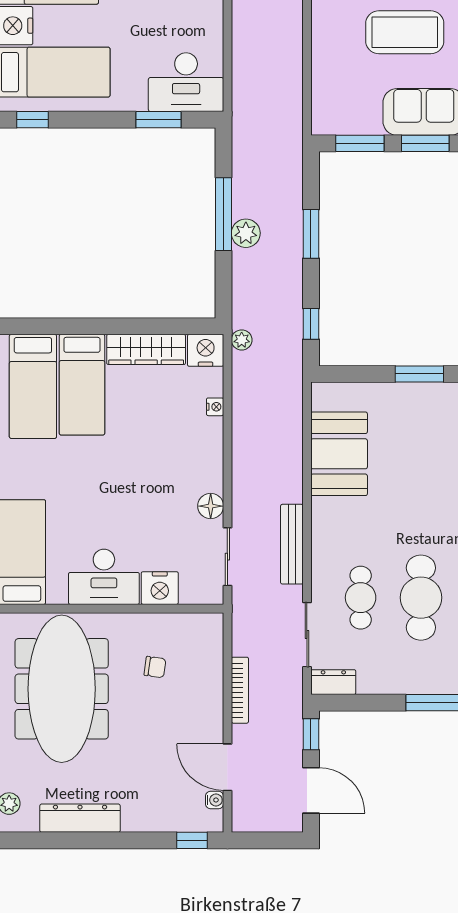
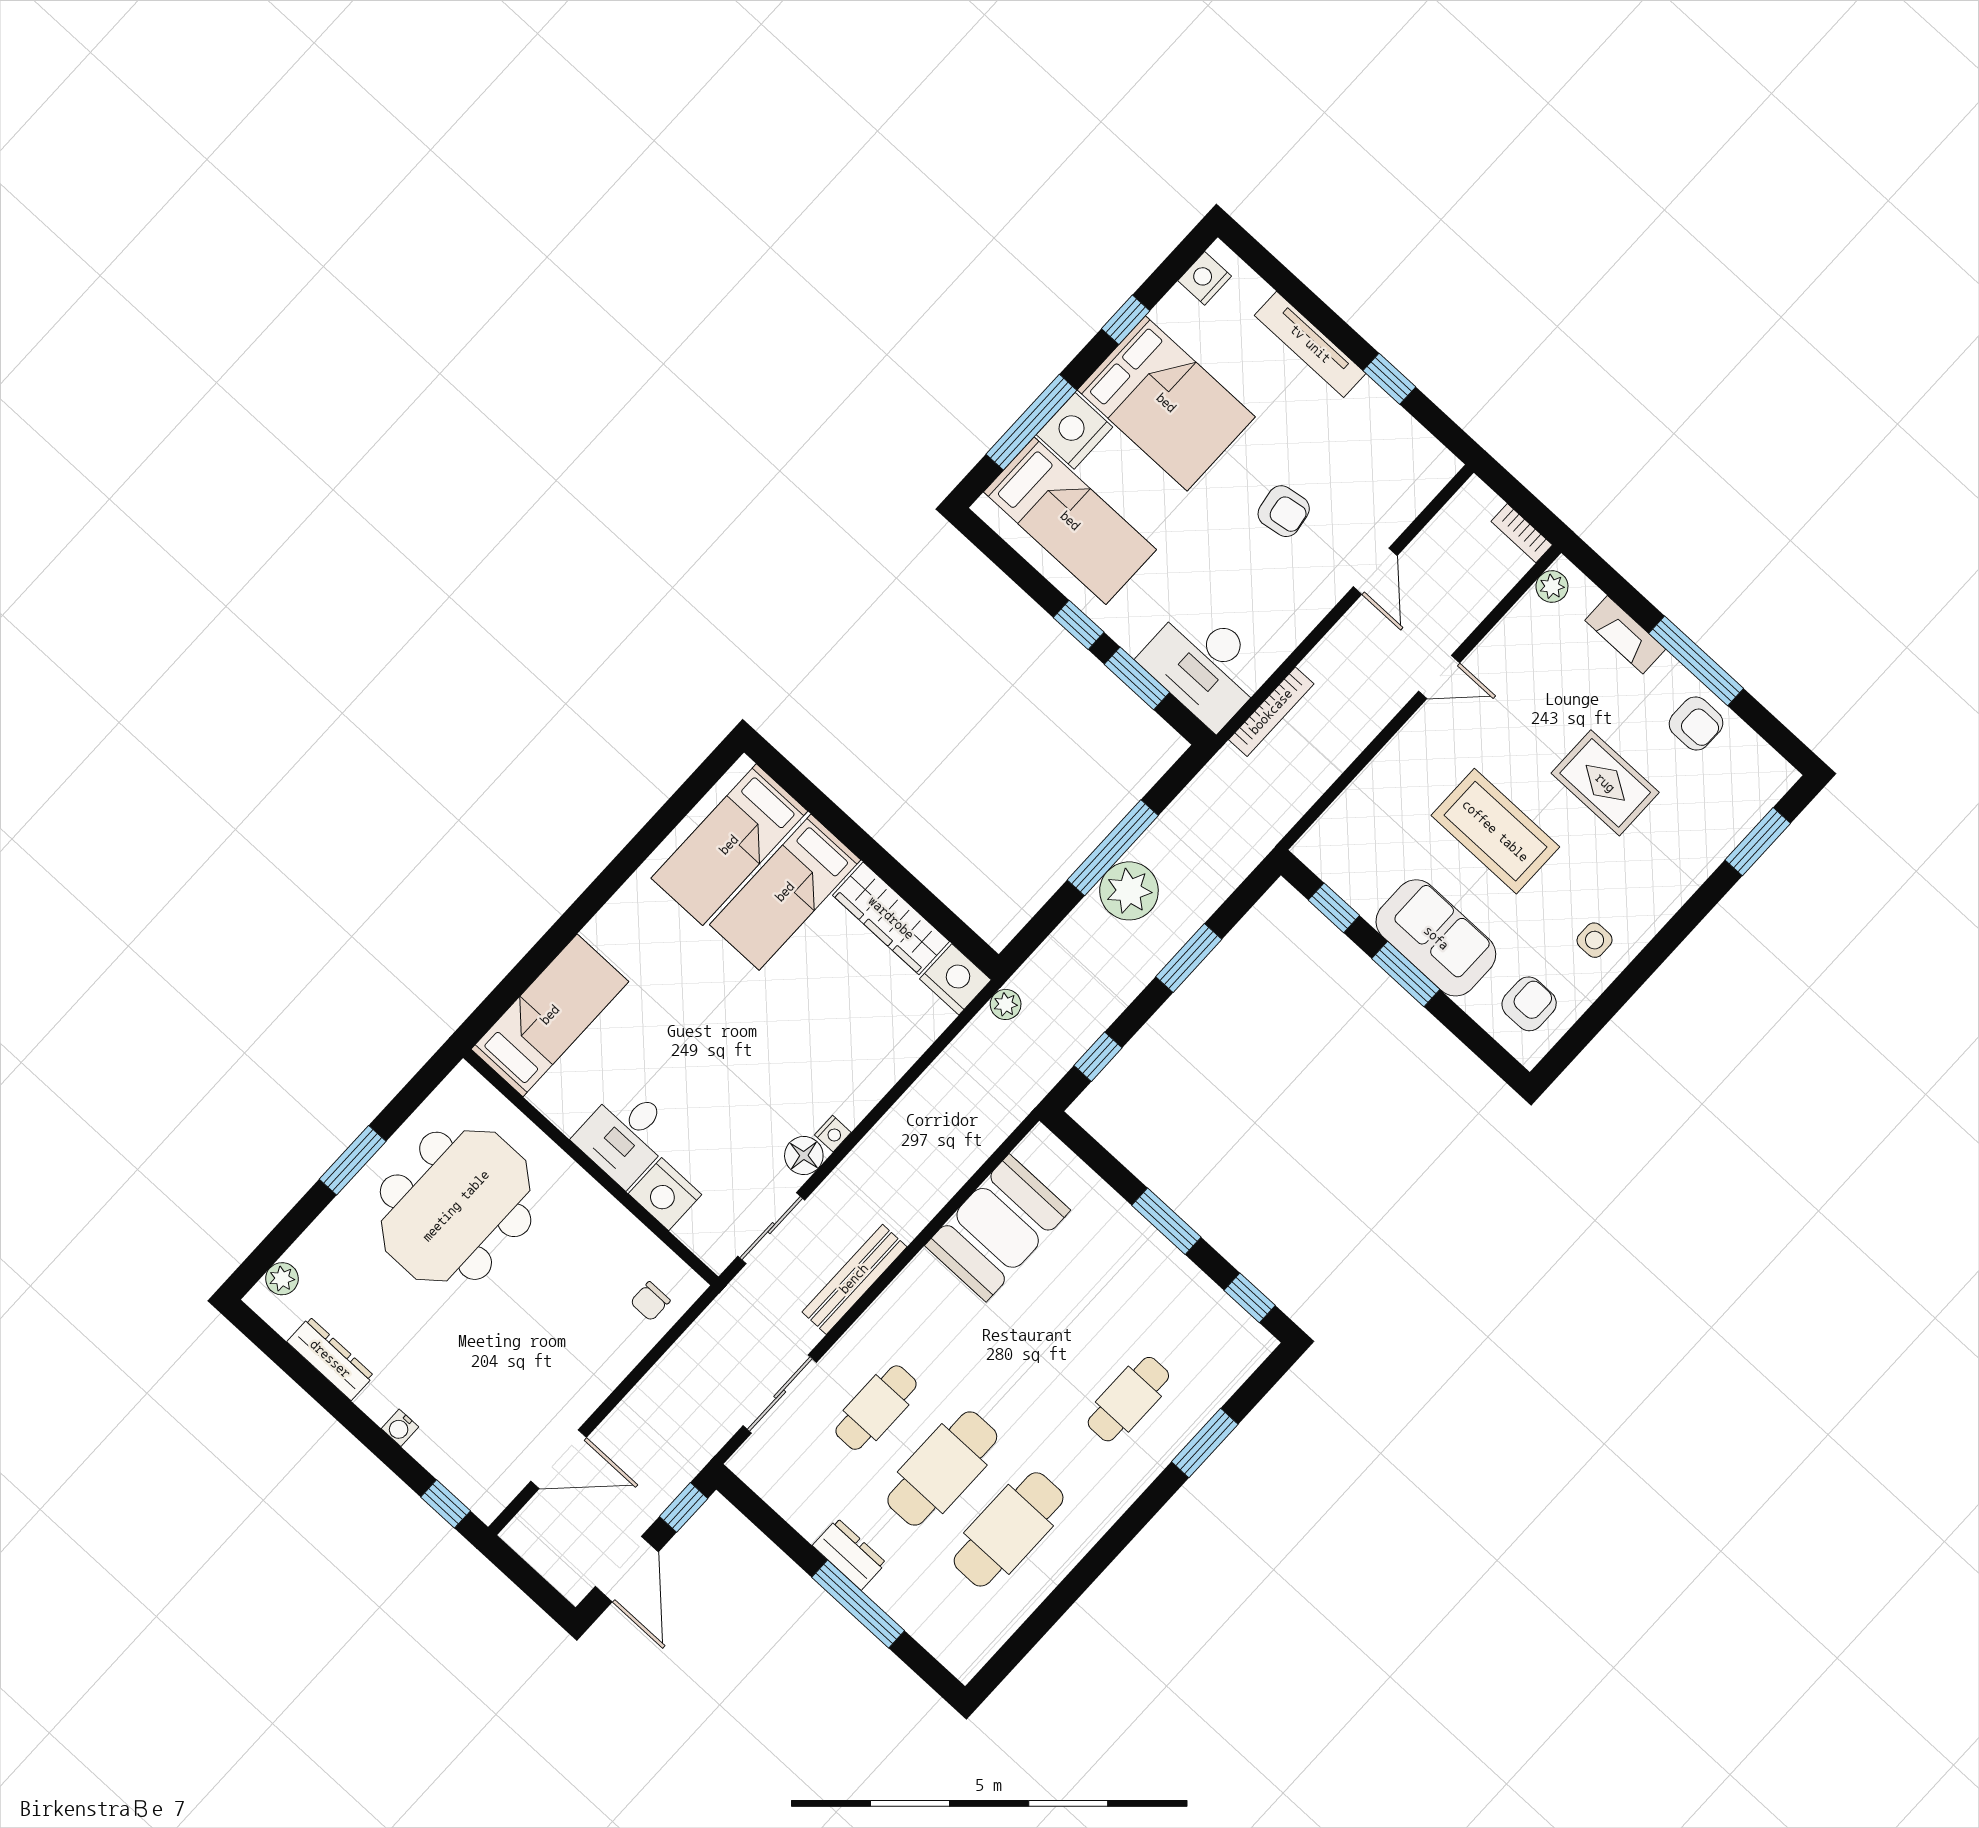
window: (33, 120) -> (1079, 625), moved
window: (360, 143) -> (1334, 908), width x0.67
plant: (246, 233) -> (1129, 891), width x1.36, depth x1.36
nightstand: (215, 407) -> (833, 1134), moved
desk: (104, 577) -> (626, 1135), width x0.73
chair: (155, 667) -> (650, 1301), moved, turned 82
dresser: (333, 682) -> (849, 1554), moved
meeting table: (62, 689) -> (456, 1206), width x0.73
bookcase: (240, 690) -> (1271, 712), moved
door: (227, 767) -> (559, 1459), swing flipped
water cooler: (215, 800) -> (400, 1428), moved, turned 90
dresser: (80, 818) -> (330, 1359), width x0.73, depth x0.80

